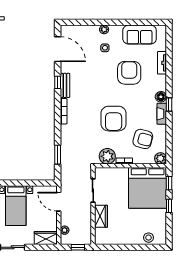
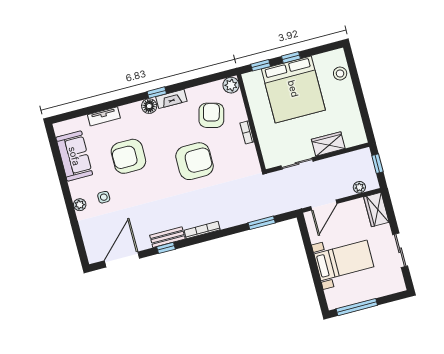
plant: (107, 156) -> (247, 156), removed
bed: (148, 188) -> (293, 89), moved, turned 90

